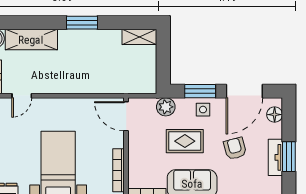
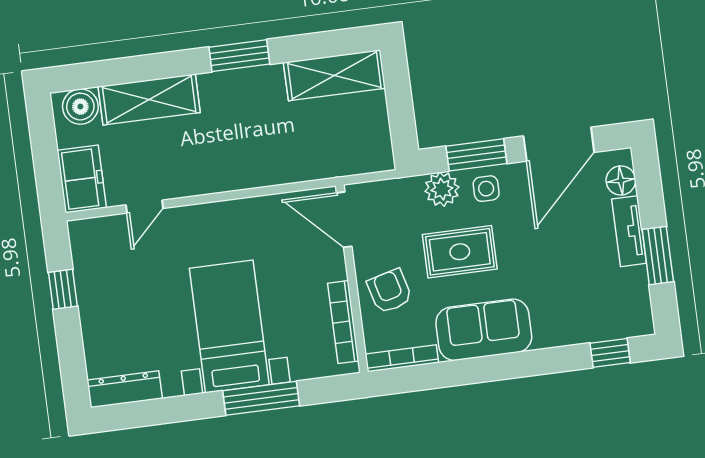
shelving: (139, 37) -> (334, 75), width x1.50, depth x1.33
plant: (166, 107) -> (442, 189), moved
armchair: (235, 148) -> (390, 291), moved
tv unit: (275, 157) -> (629, 231), moved

